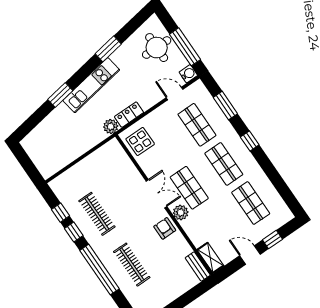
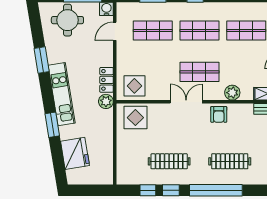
fridge: (49, 130) -> (75, 153), added
display table: (114, 160) -> (135, 118), added
plant: (181, 212) -> (232, 93), moved
armchair: (165, 228) -> (219, 114), turned -90

